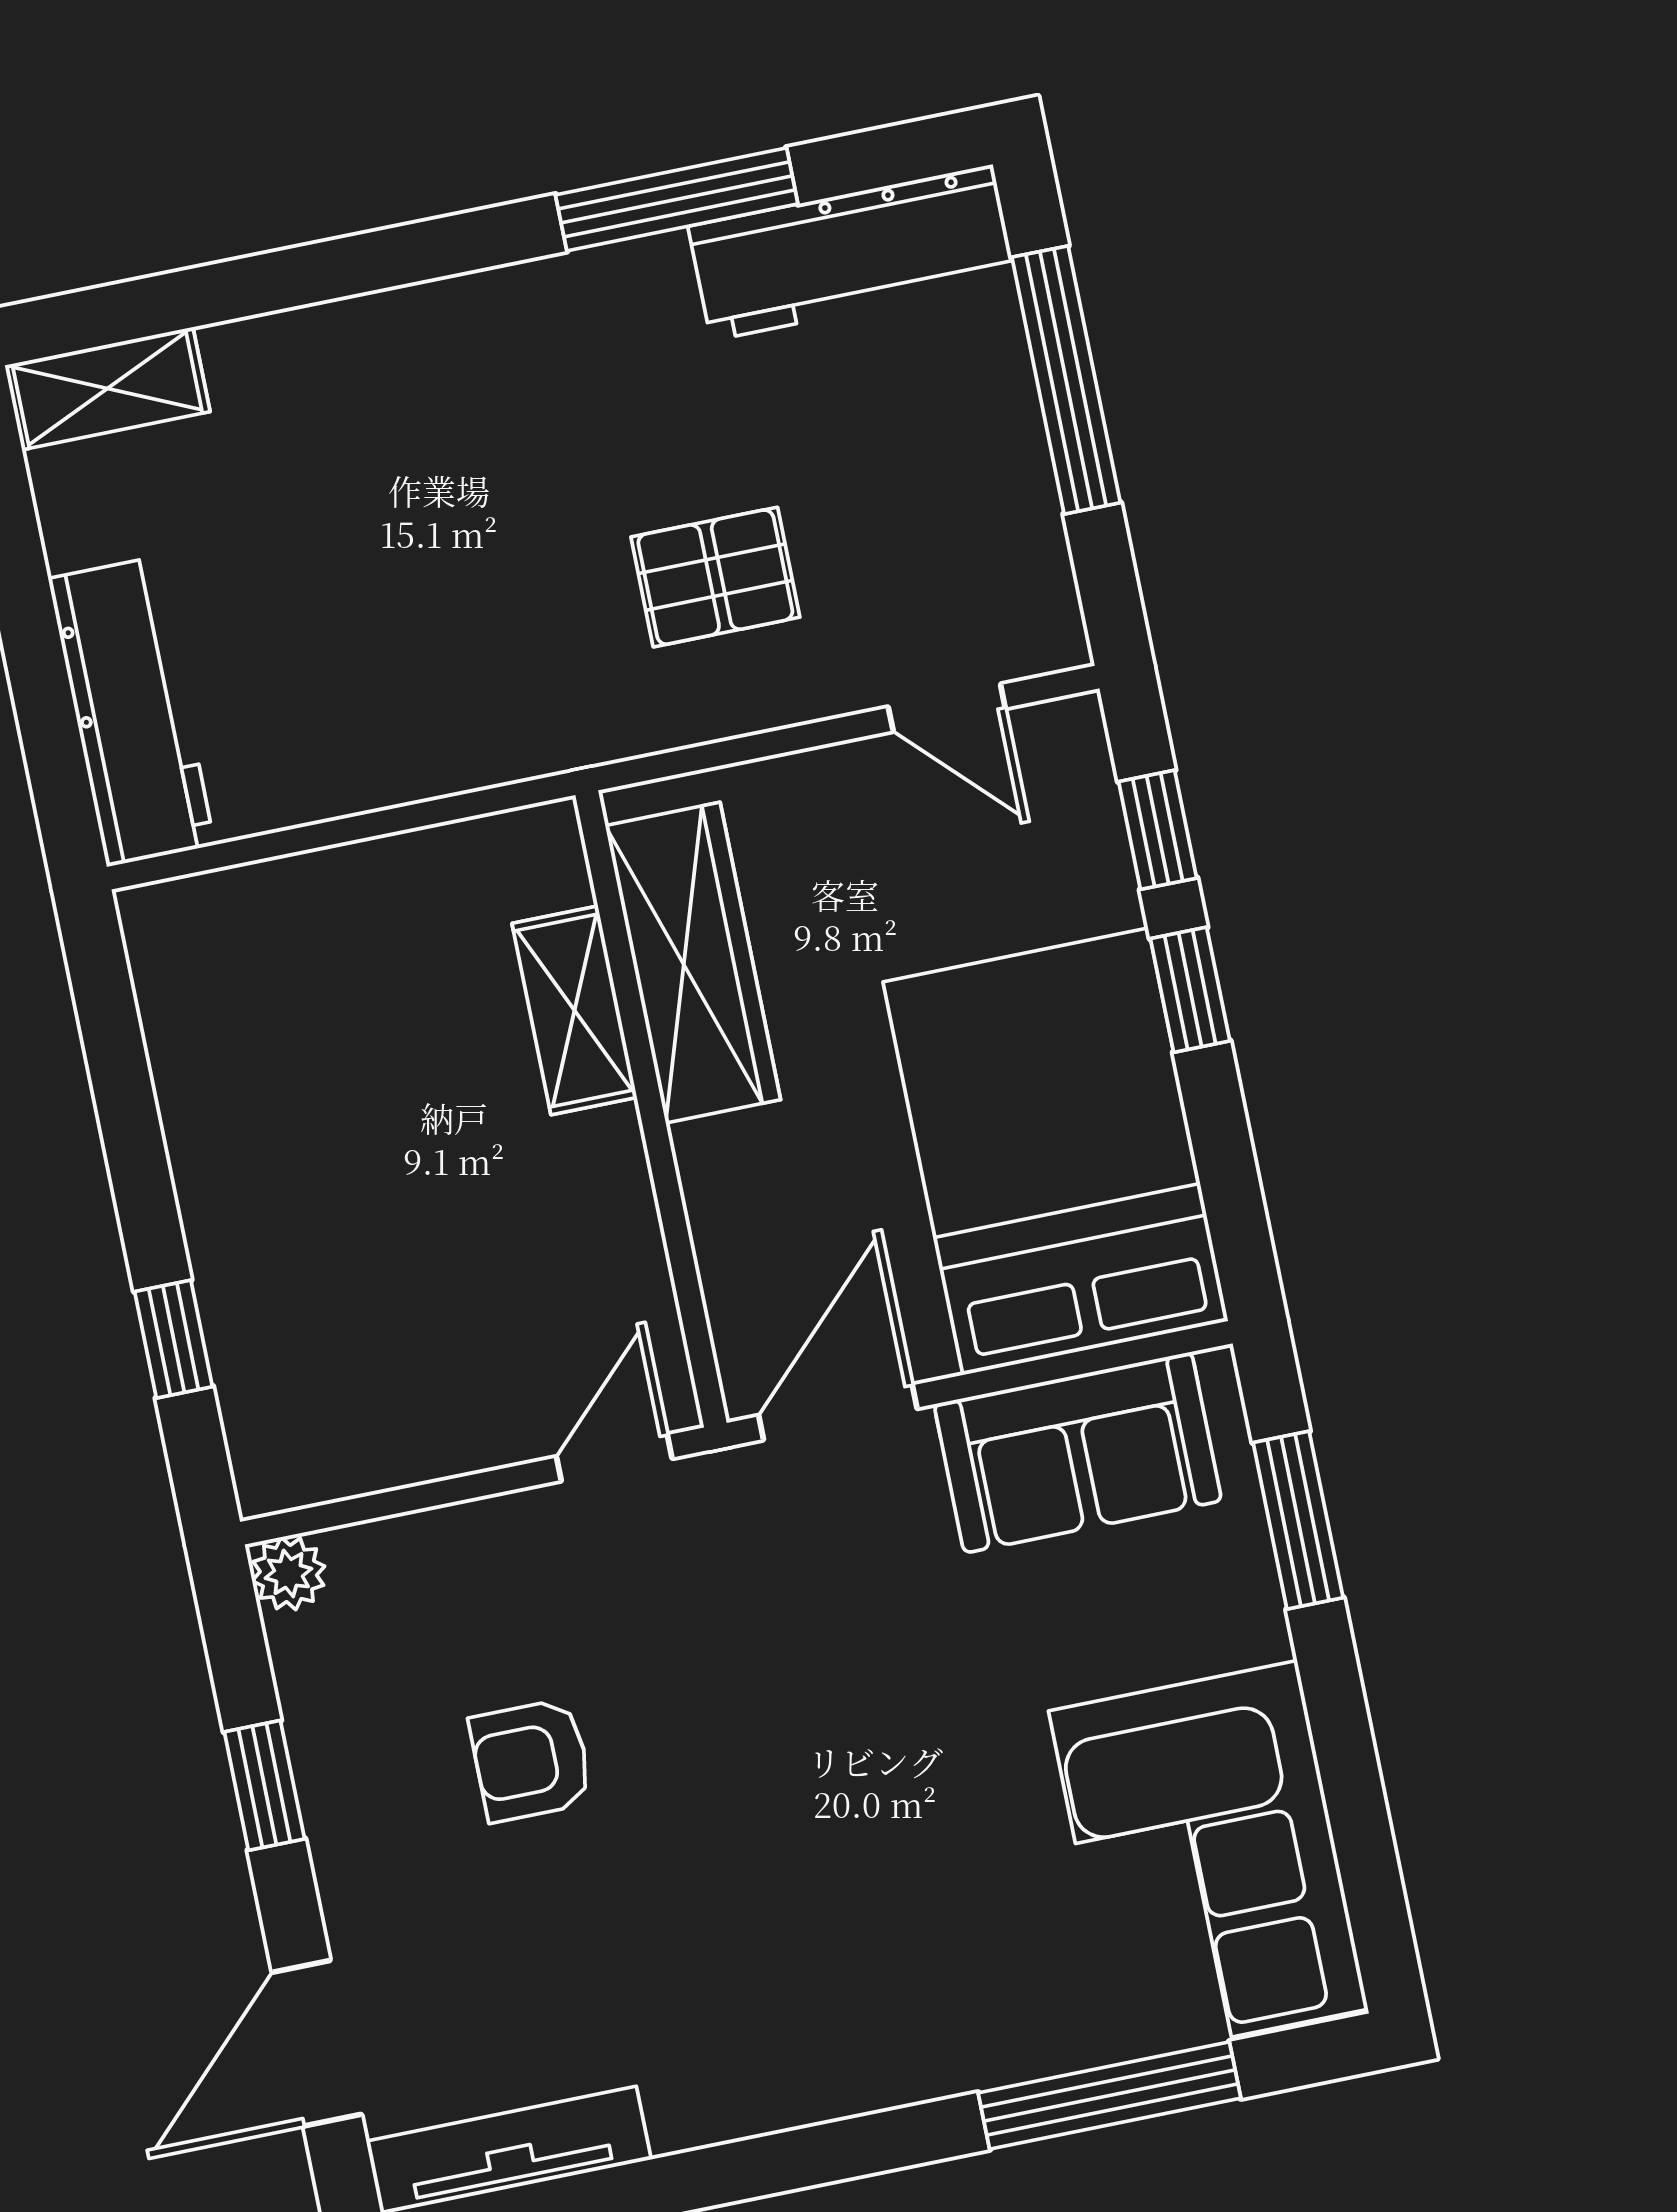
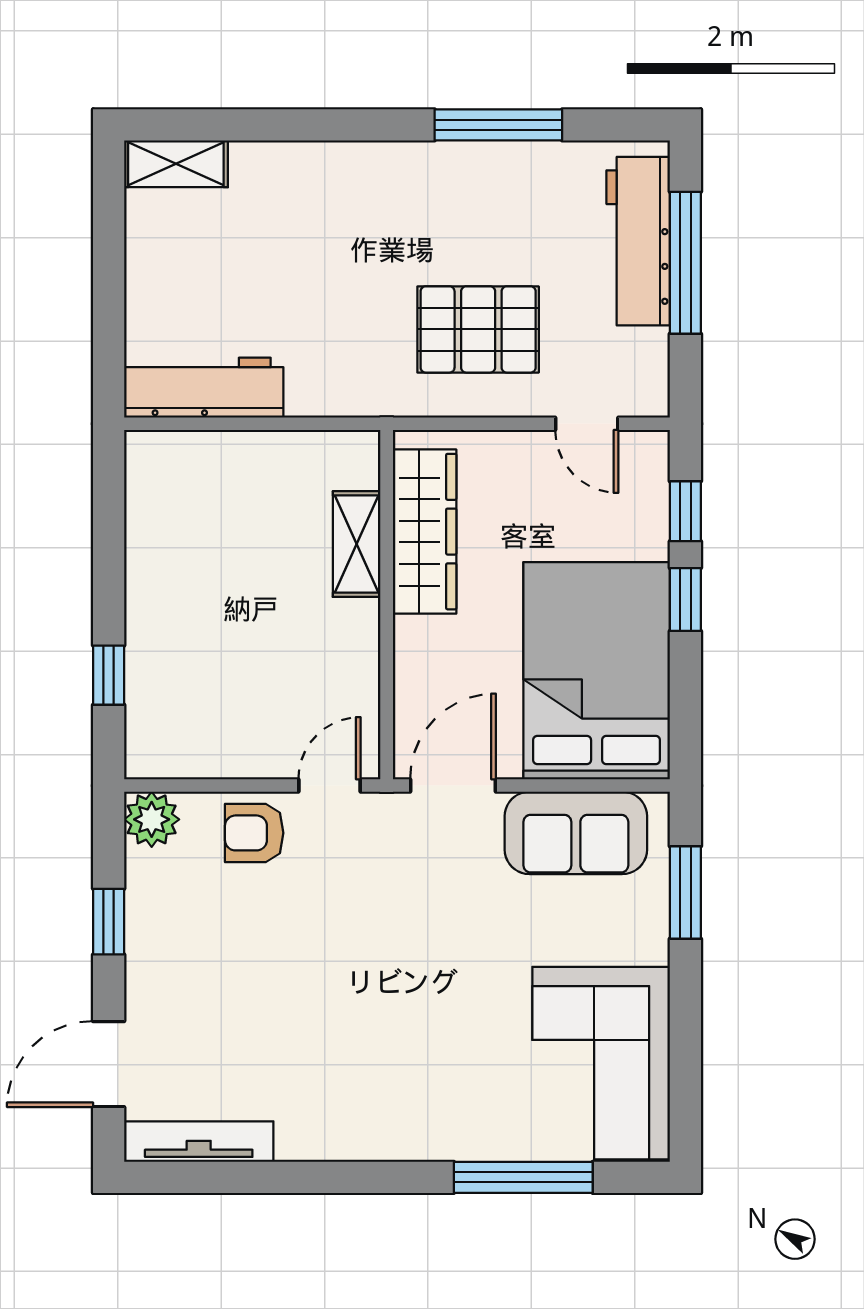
workbench: (852, 253) -> (638, 241), moved, turned 90
pallet: (715, 577) -> (478, 329), width x1.50, depth x1.42
workbench: (132, 712) -> (204, 388), moved, turned -90
plant: (288, 1573) -> (152, 819), width x1.38, depth x1.38
armchair: (531, 1760) -> (254, 833), moved

